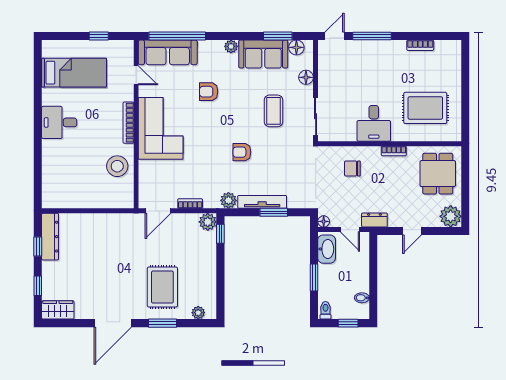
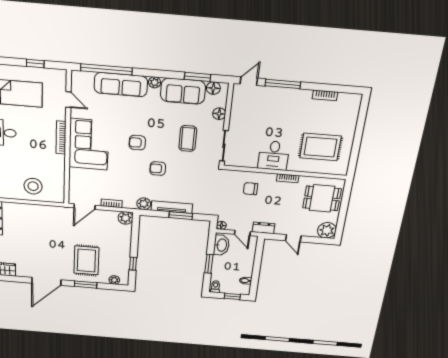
sofa: (168, 52) -> (121, 85), moved
armchair: (209, 92) -> (137, 143), moved
stool: (117, 166) -> (33, 186), moved
dining table: (438, 174) -> (322, 198), turned 90
door: (412, 231) -> (293, 238), hinge flipped
window: (220, 234) -> (133, 264), moved

